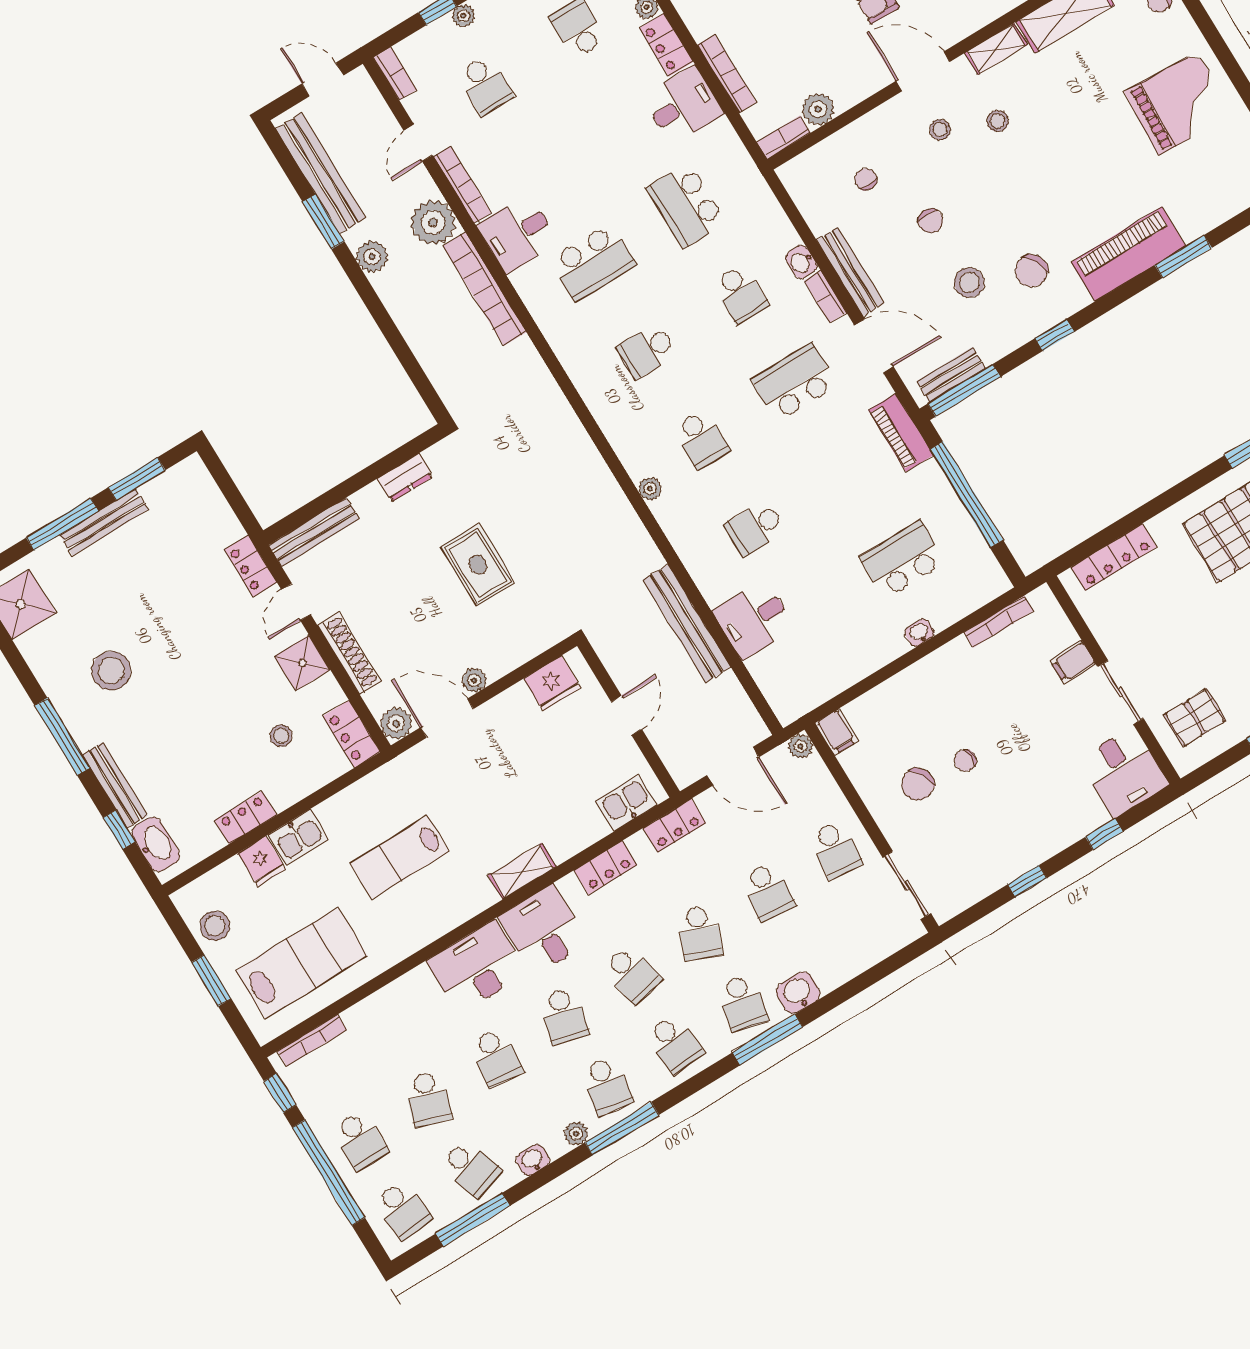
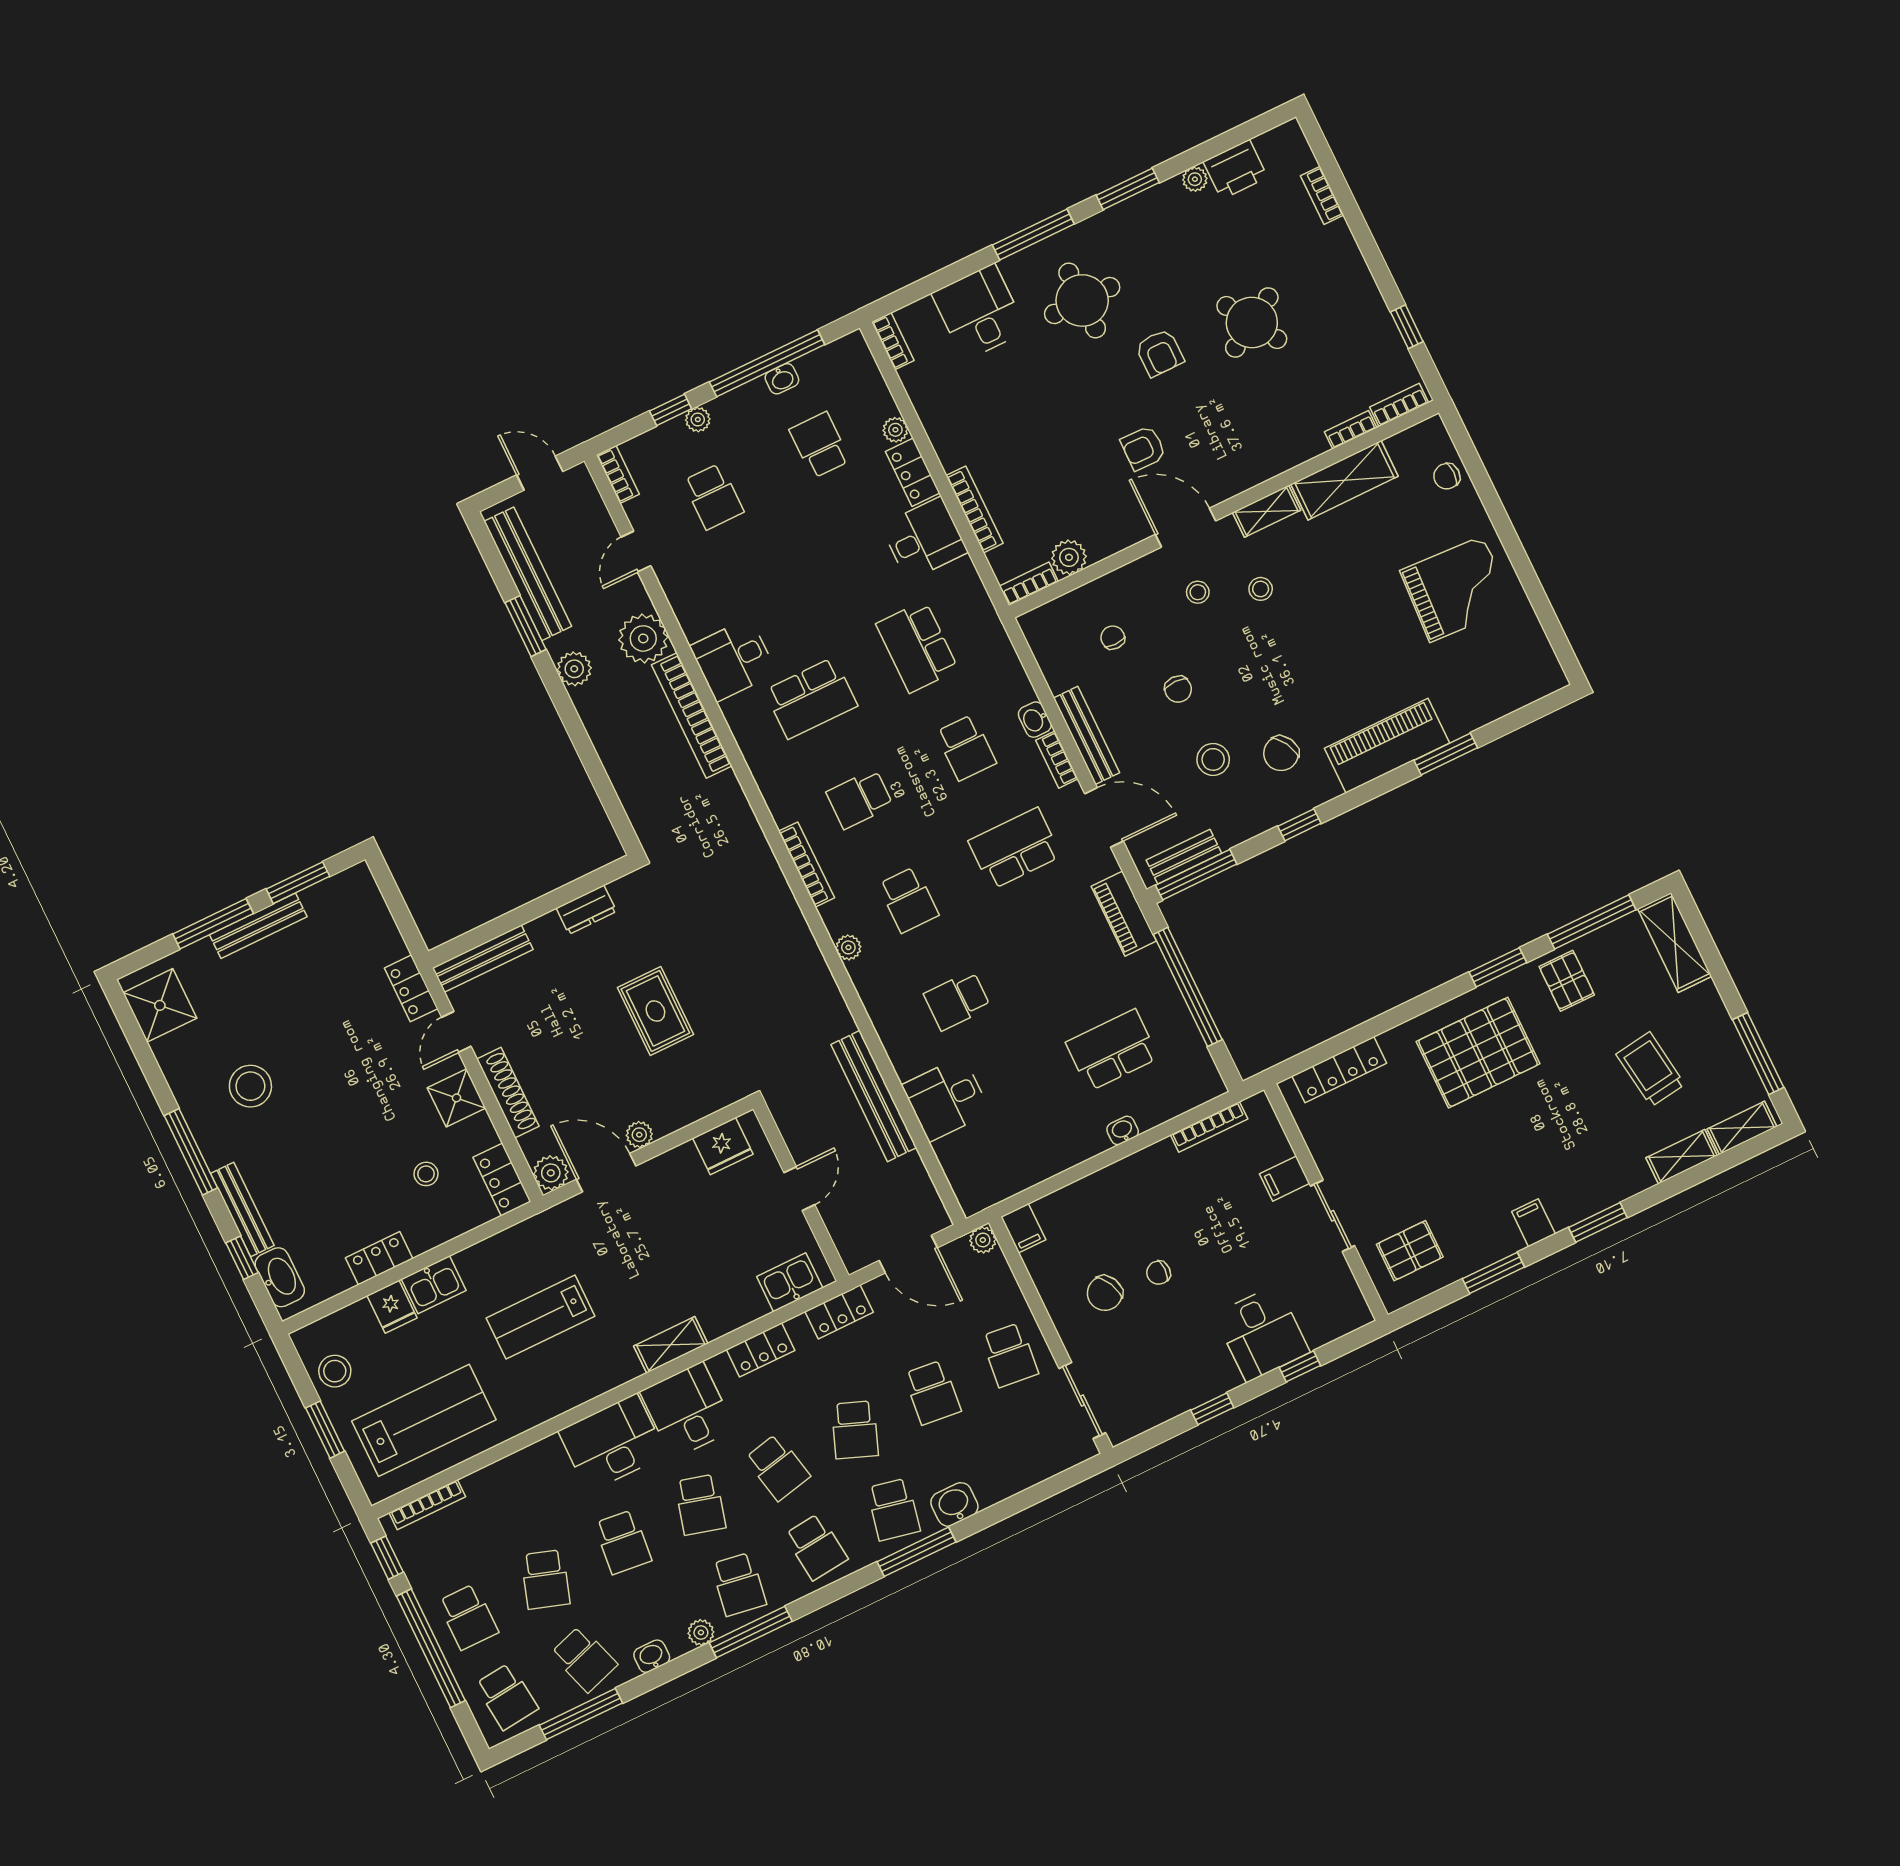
bookcase: (462, 185) -> (806, 865), moved
desk: (1124, 772) -> (1262, 1333), moved

